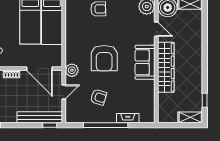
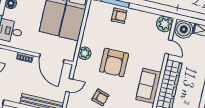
sofa: (145, 62) -> (149, 86), moved
plant: (72, 70) -> (85, 53), moved

